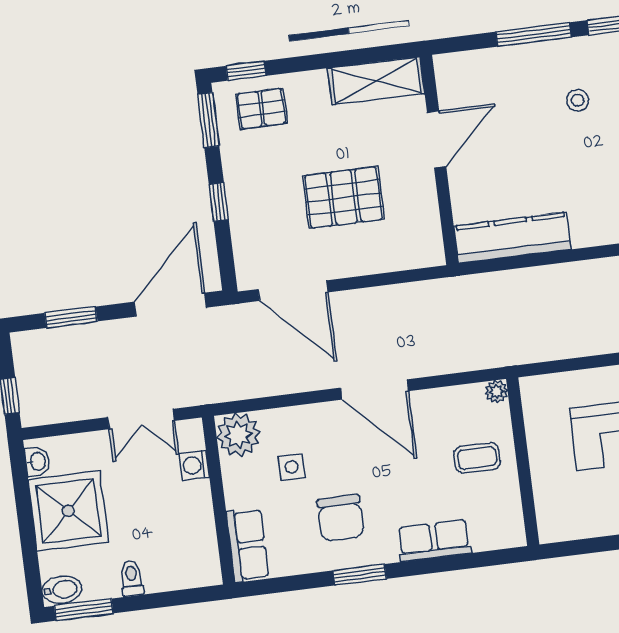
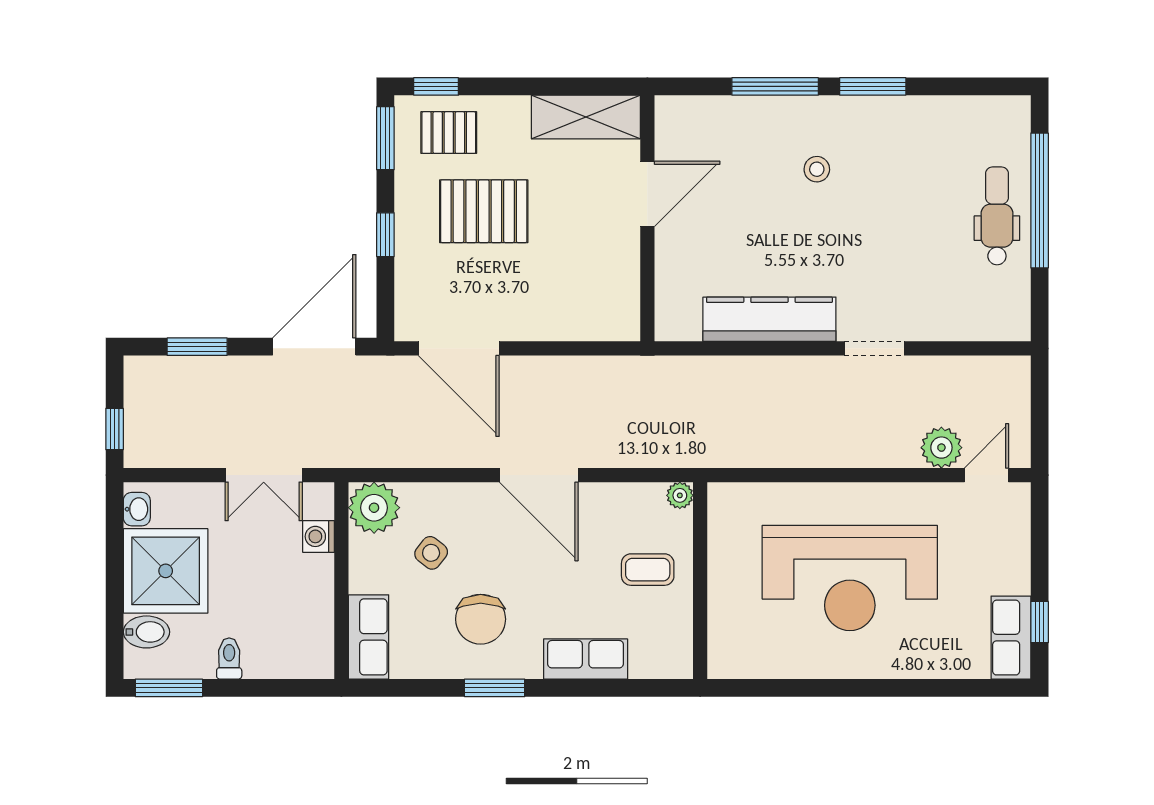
pallet: (344, 197) -> (484, 211), moved
kitchen counter: (512, 238) -> (769, 319), moved
side table: (292, 467) -> (431, 553), turned 38
bidet: (62, 590) -> (146, 632), moved

